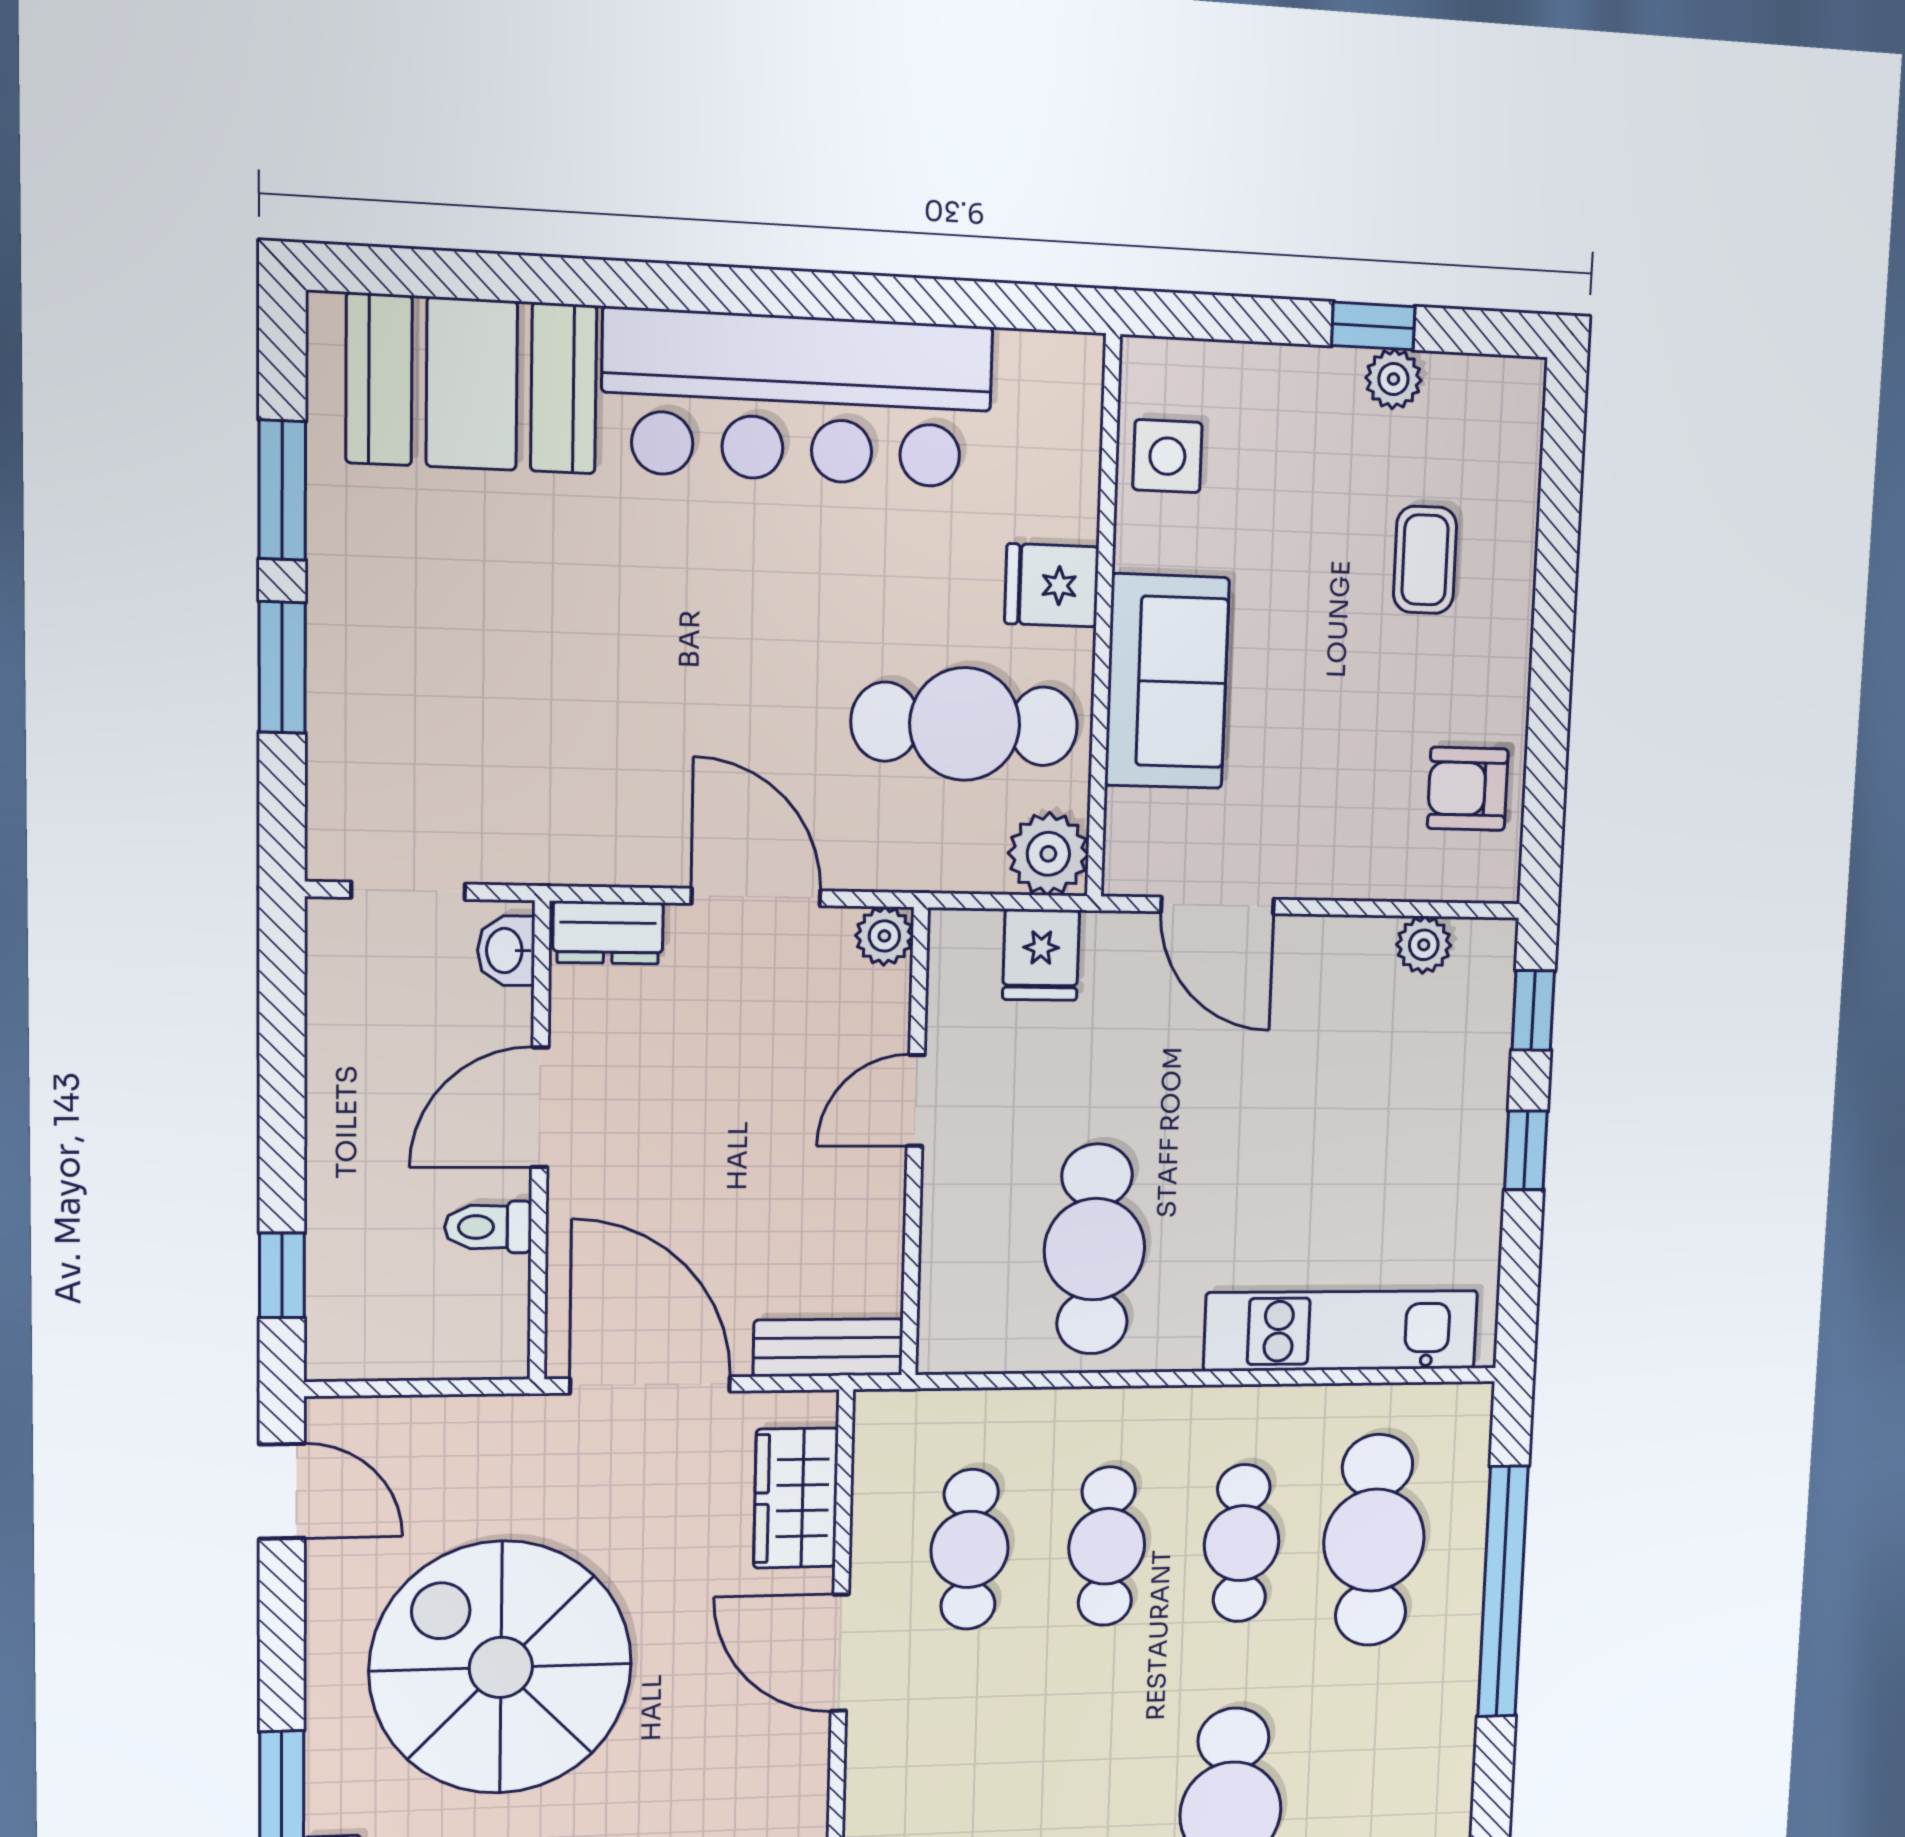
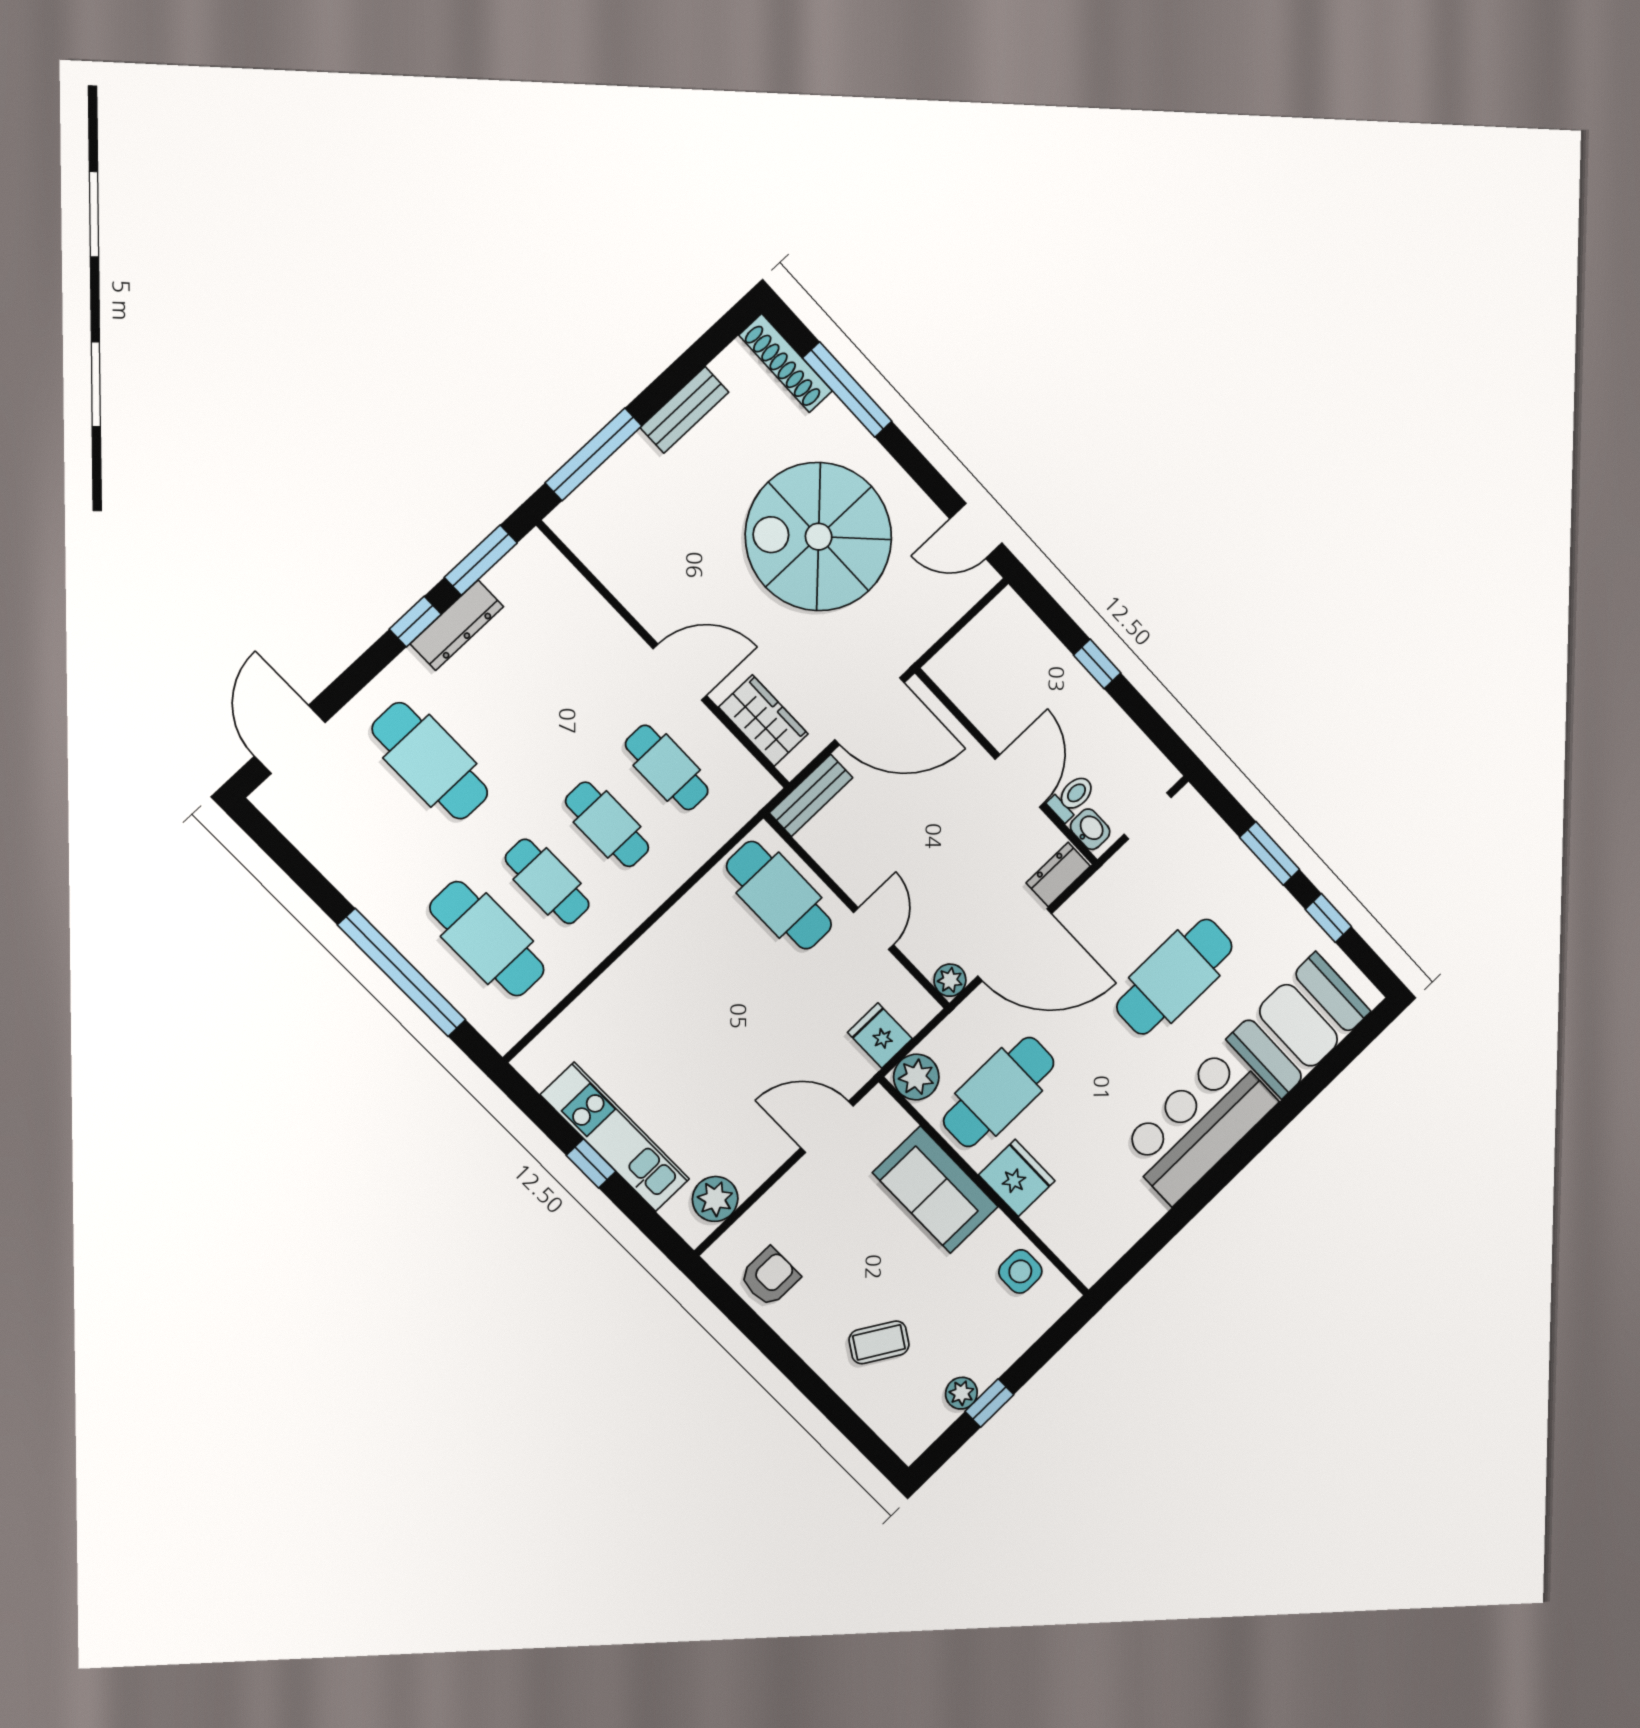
bar counter: (798, 399) -> (1198, 1125), width x0.73
window: (282, 490) -> (1328, 918), width x0.67
coffee table: (1425, 560) -> (879, 1342), turned -58
fridge: (1052, 585) -> (1017, 1178), width x1.38
cafe table: (583, 634) -> (1174, 977), added
door: (756, 897) -> (1015, 945), width x1.36
plant: (1424, 945) -> (715, 1199), width x1.38, depth x1.38
window: (1533, 1010) -> (648, 1221), removed
toilet: (488, 1227) -> (1072, 797), moved
cafe table: (1094, 1249) -> (779, 895), moved
window: (282, 1275) -> (1097, 664), moved
kitchen unit: (1341, 1331) -> (615, 1137), moved, turned -90
spiral stairs: (501, 1667) -> (819, 537), turned 180

